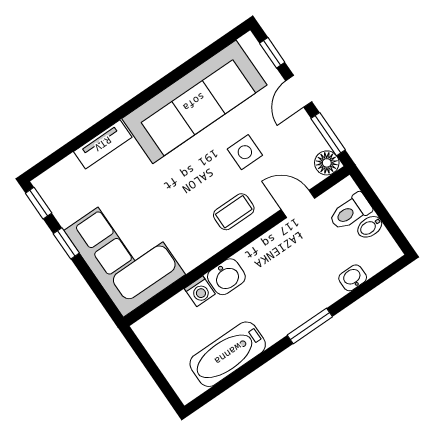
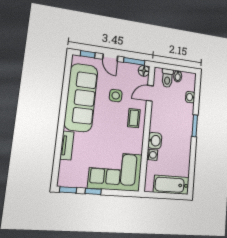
bathtub: (228, 354) -> (171, 185), moved, turned 90

